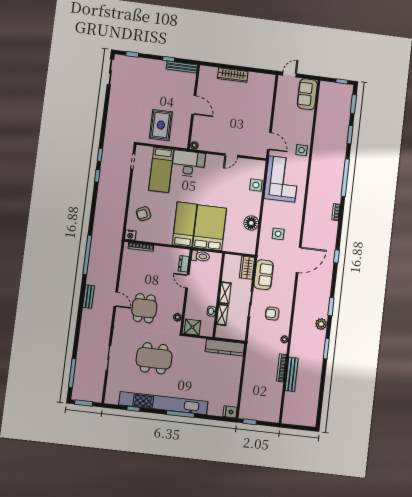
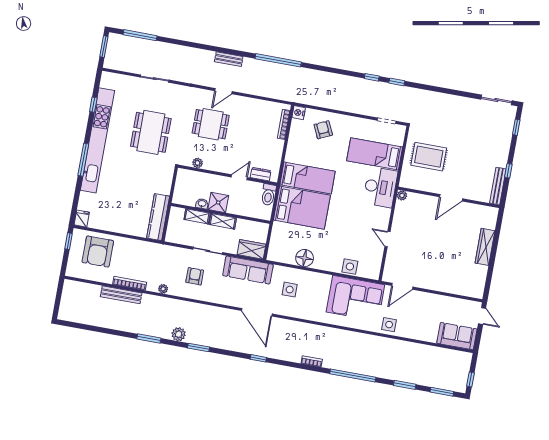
sofa: (264, 275) -> (248, 270), width x1.36
shower: (192, 327) -> (218, 203), moved
armchair: (257, 396) -> (98, 252), added

